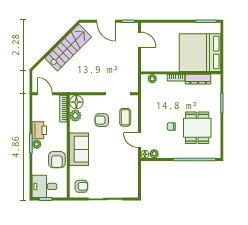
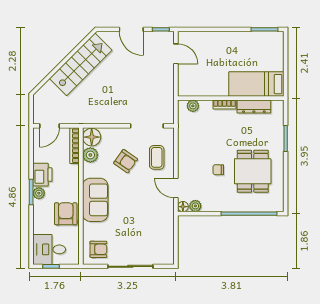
bed: (200, 53) -> (256, 84), width x0.49
door: (45, 94) -> (50, 126), swing flipped
armchair: (102, 120) -> (126, 161), turned -145
armchair: (57, 160) -> (66, 214), turned 180

